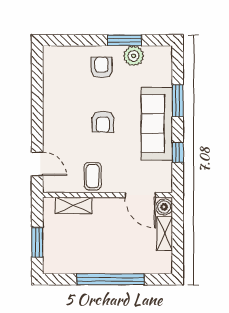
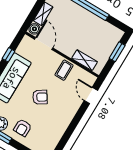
armchair: (103, 122) -> (40, 97), turned 57

